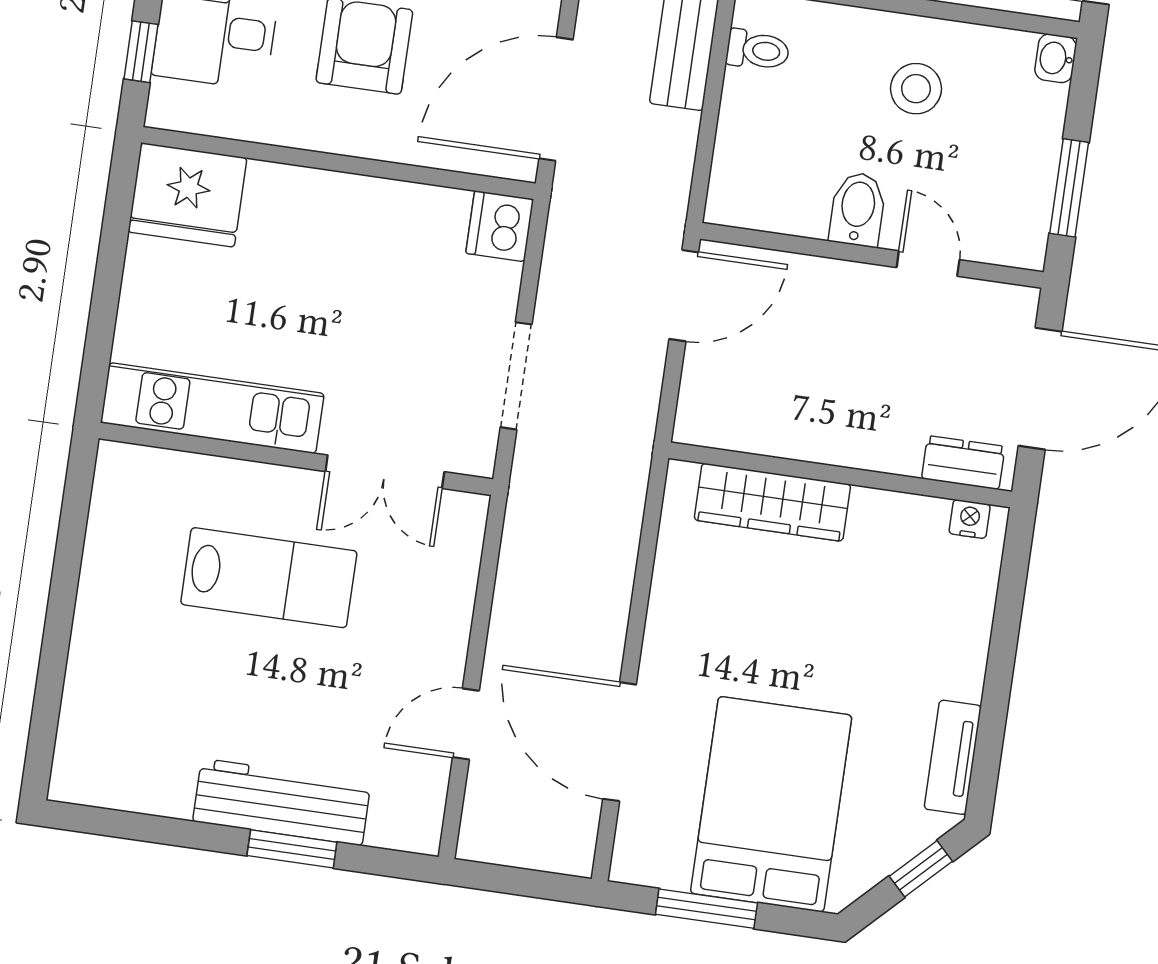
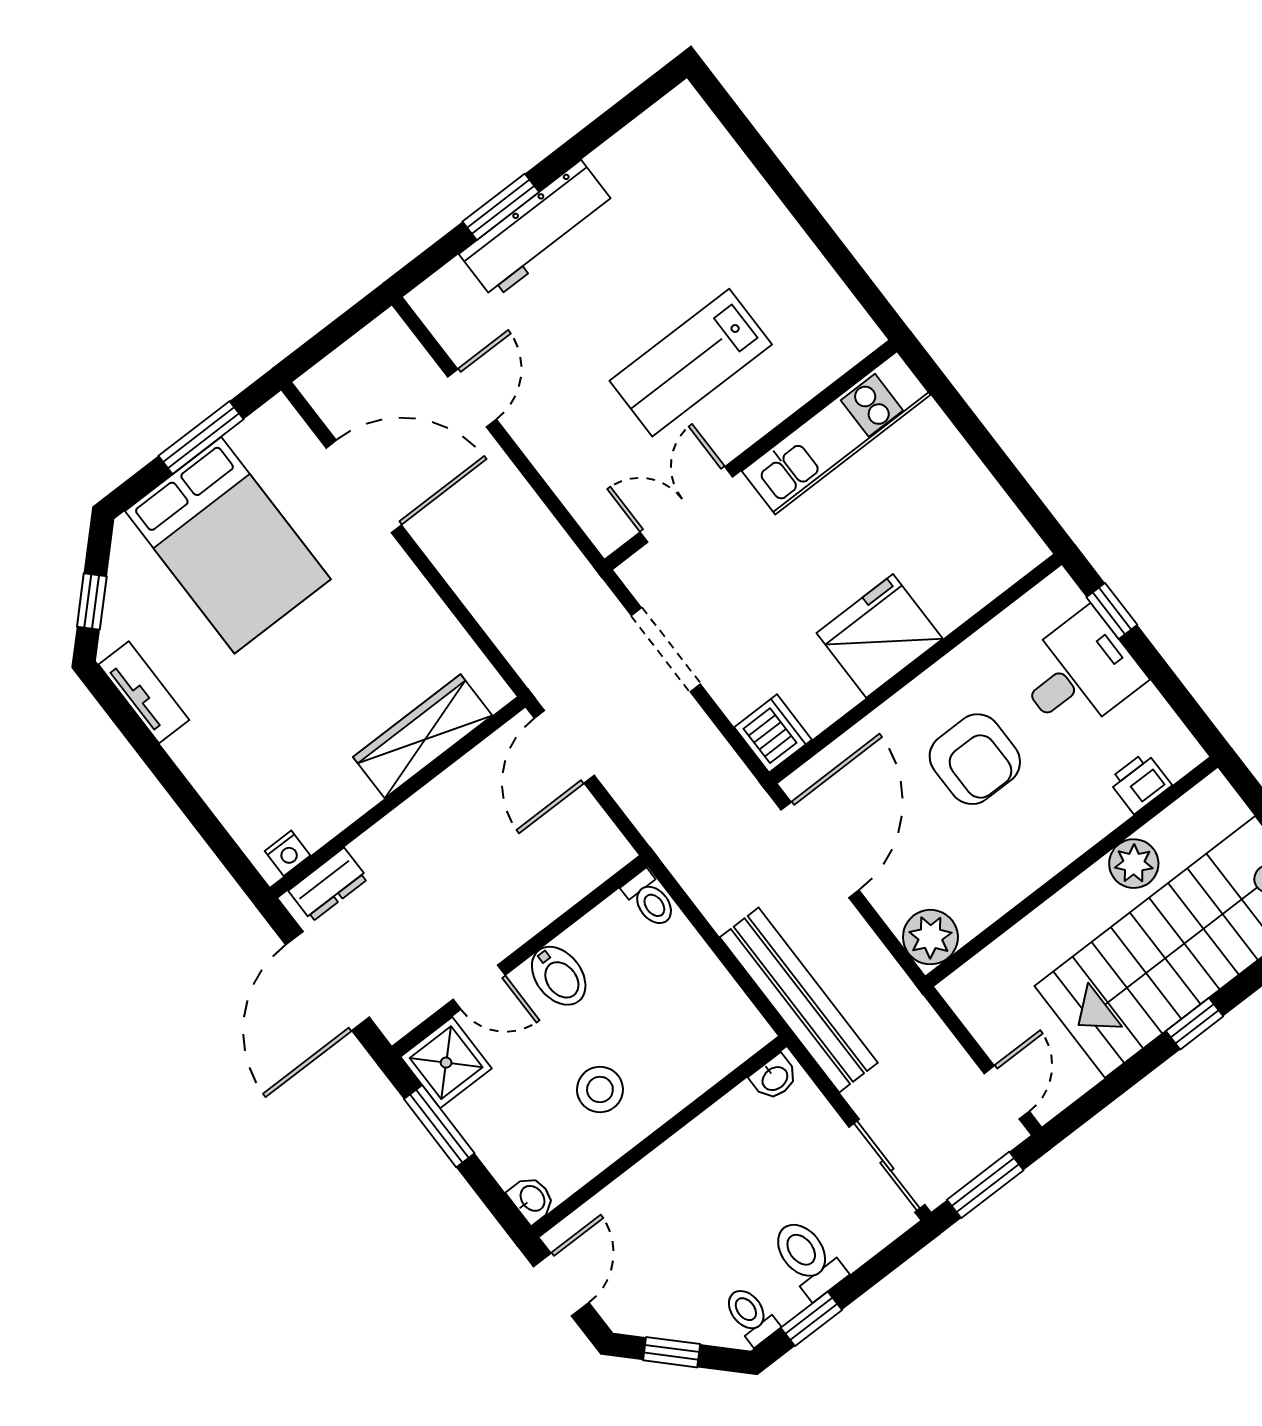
toilet: (758, 50) -> (650, 899), moved, turned -90
fridge: (187, 195) -> (880, 636), moved
shower: (1013, 232) -> (446, 1063), added
door: (684, 296) -> (564, 747), moved

